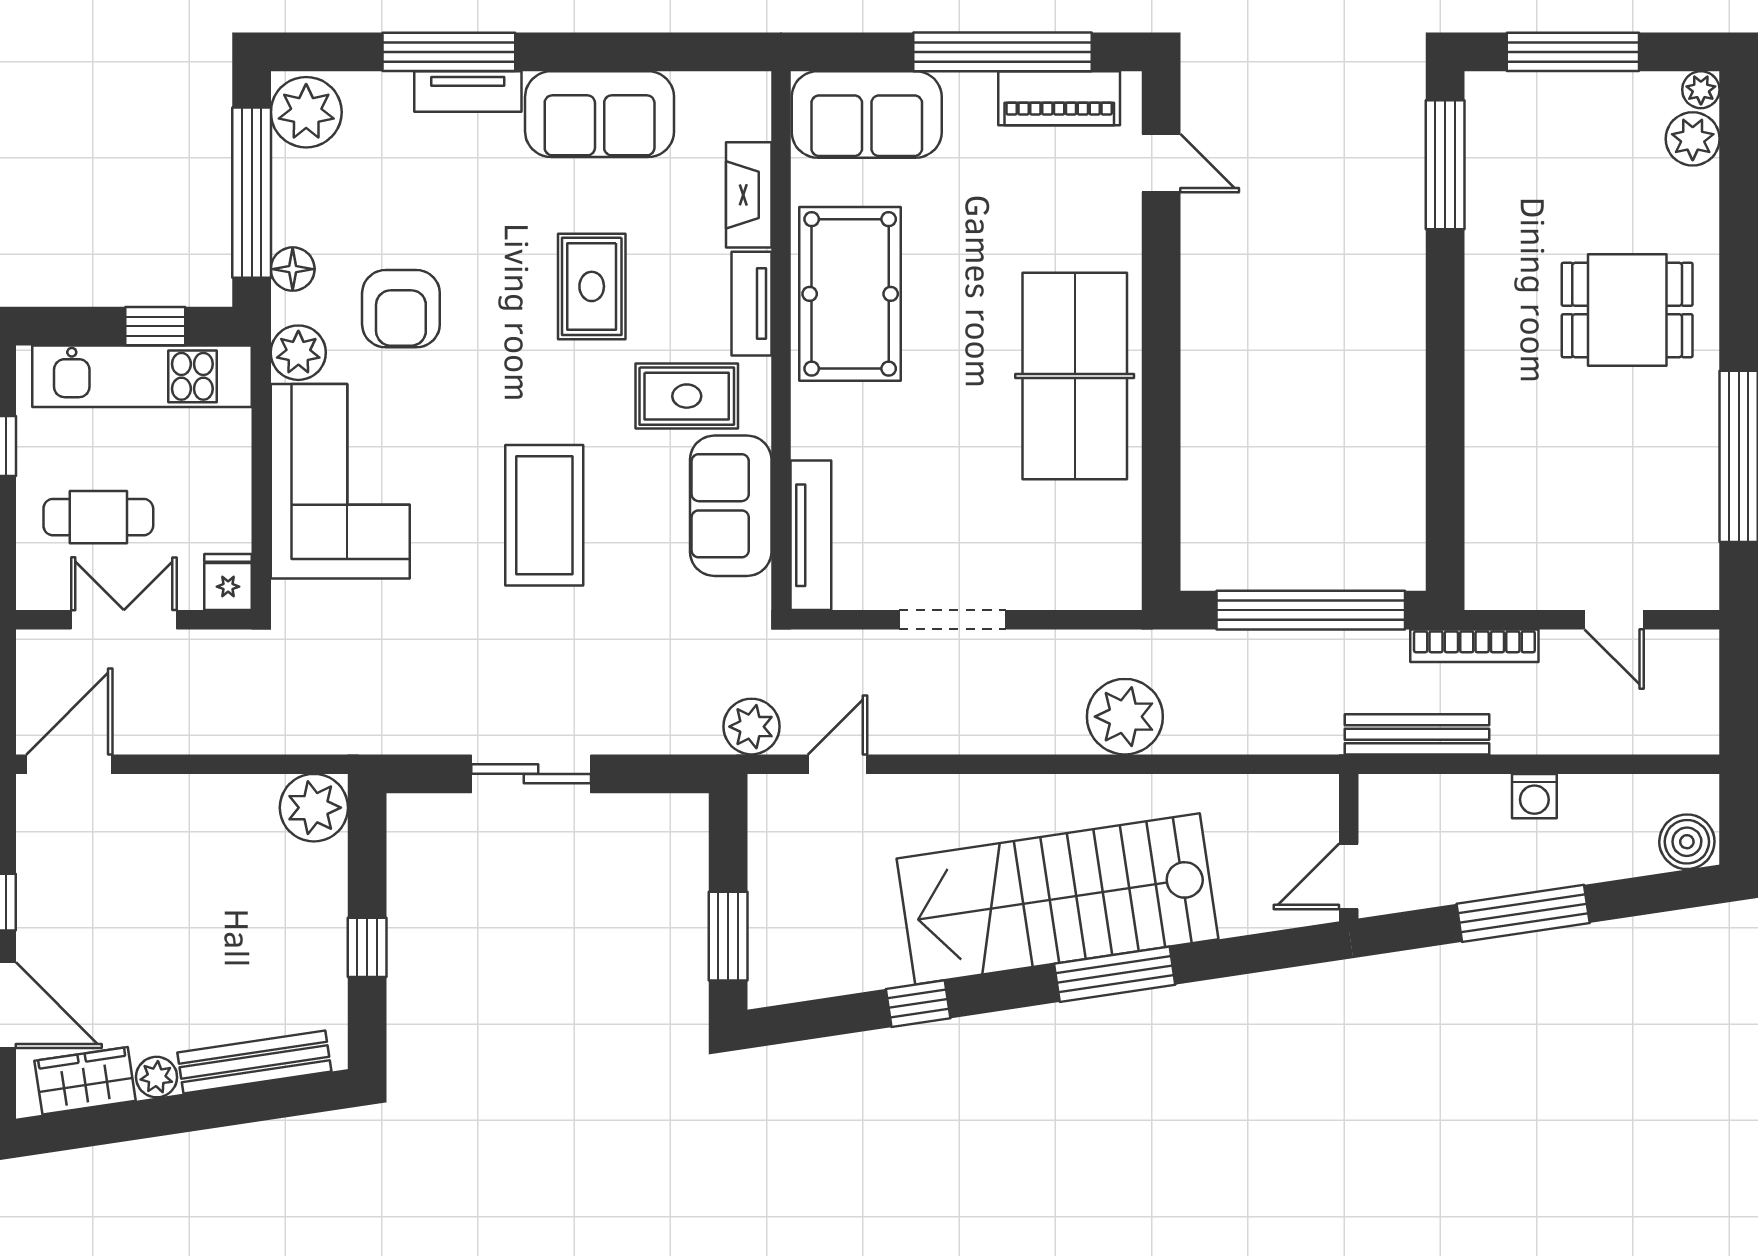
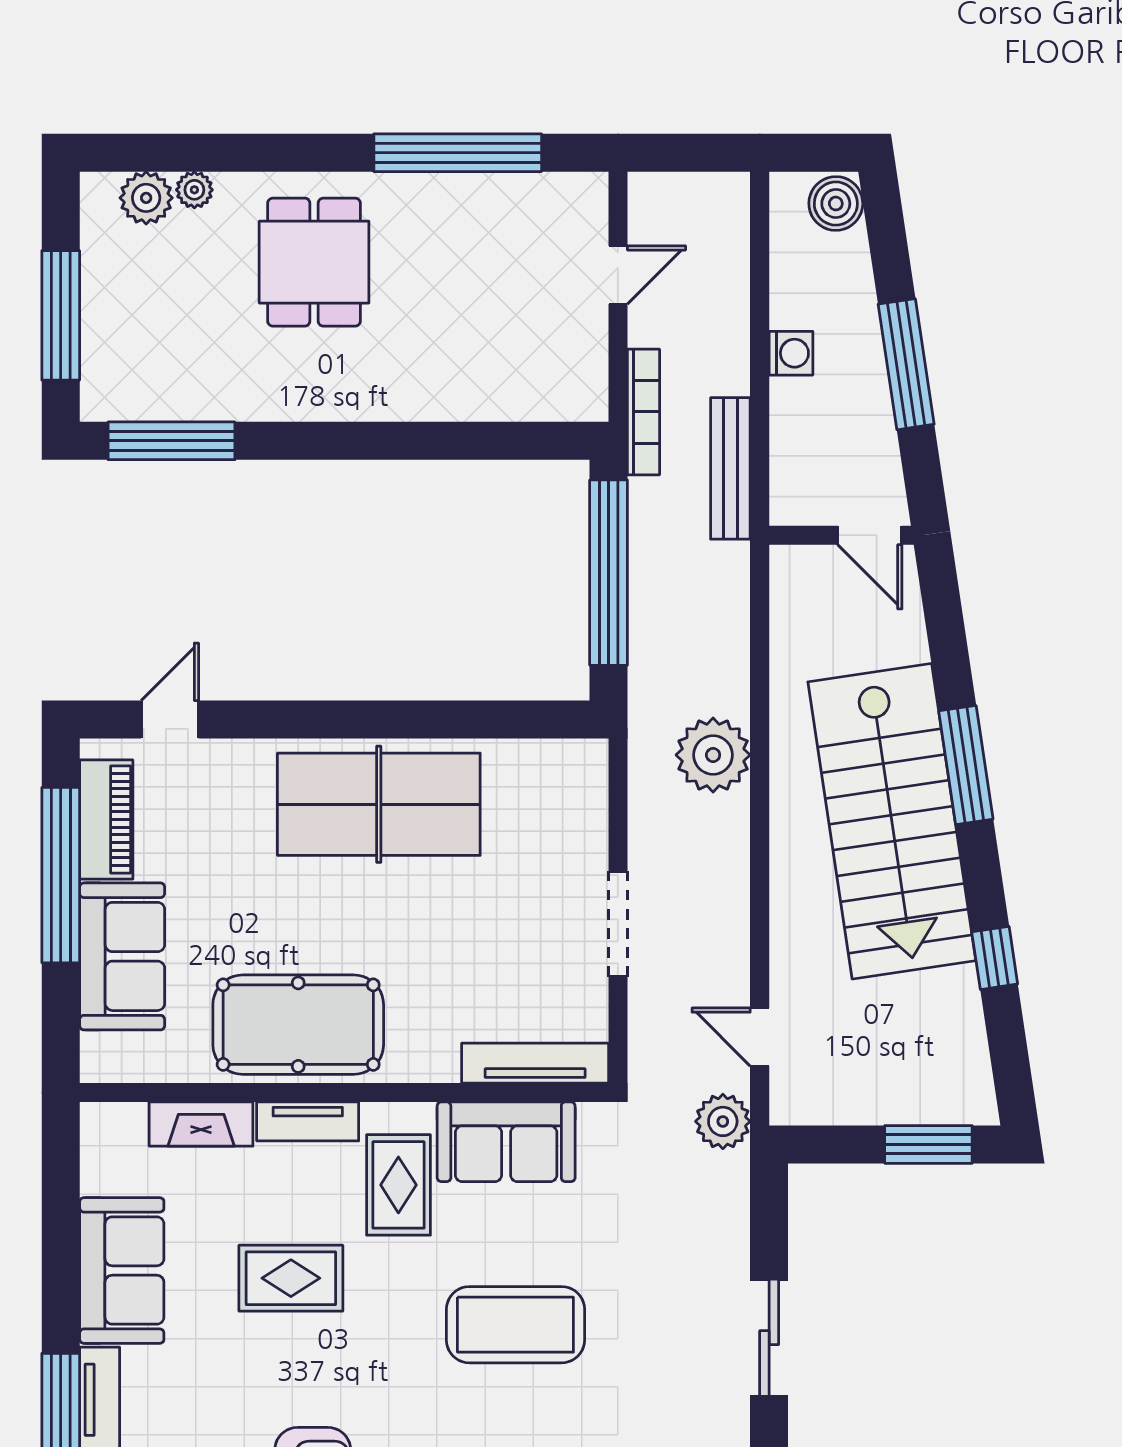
plant: (1701, 90) -> (194, 190), moved
sofa: (867, 114) -> (122, 956), moved

